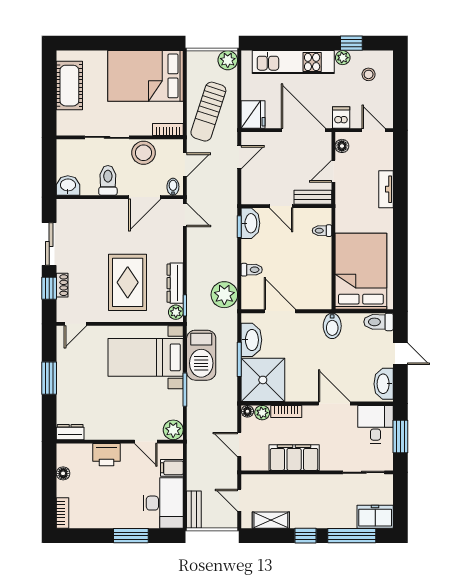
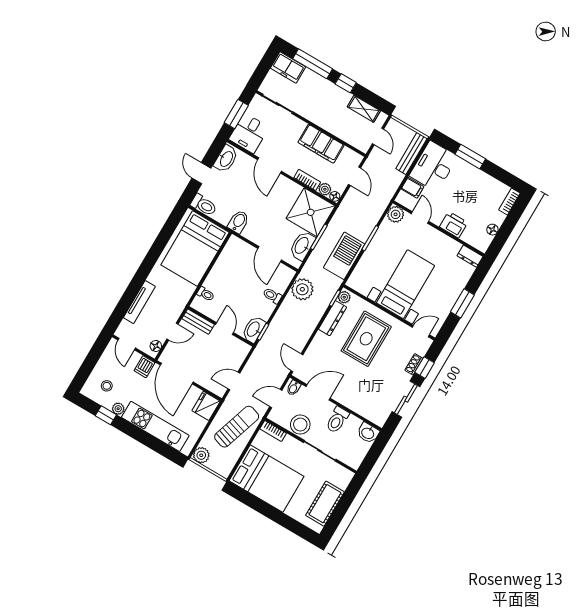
tv unit: (386, 189) -> (139, 302), width x1.41
bed with nightstands: (146, 357) -> (405, 284), moved, turned -90
bench: (194, 510) -> (411, 154), width x1.36

